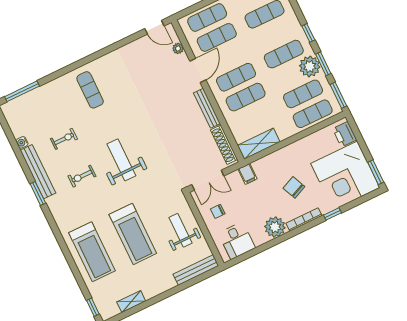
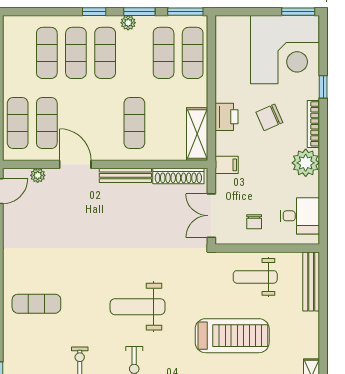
plant: (310, 66) -> (128, 23), width x0.53, depth x0.53
exercise mat: (236, 77) -> (76, 53), moved
printer: (345, 134) -> (226, 117), moved, turned -90
double door: (208, 180) -> (211, 216), swing flipped

